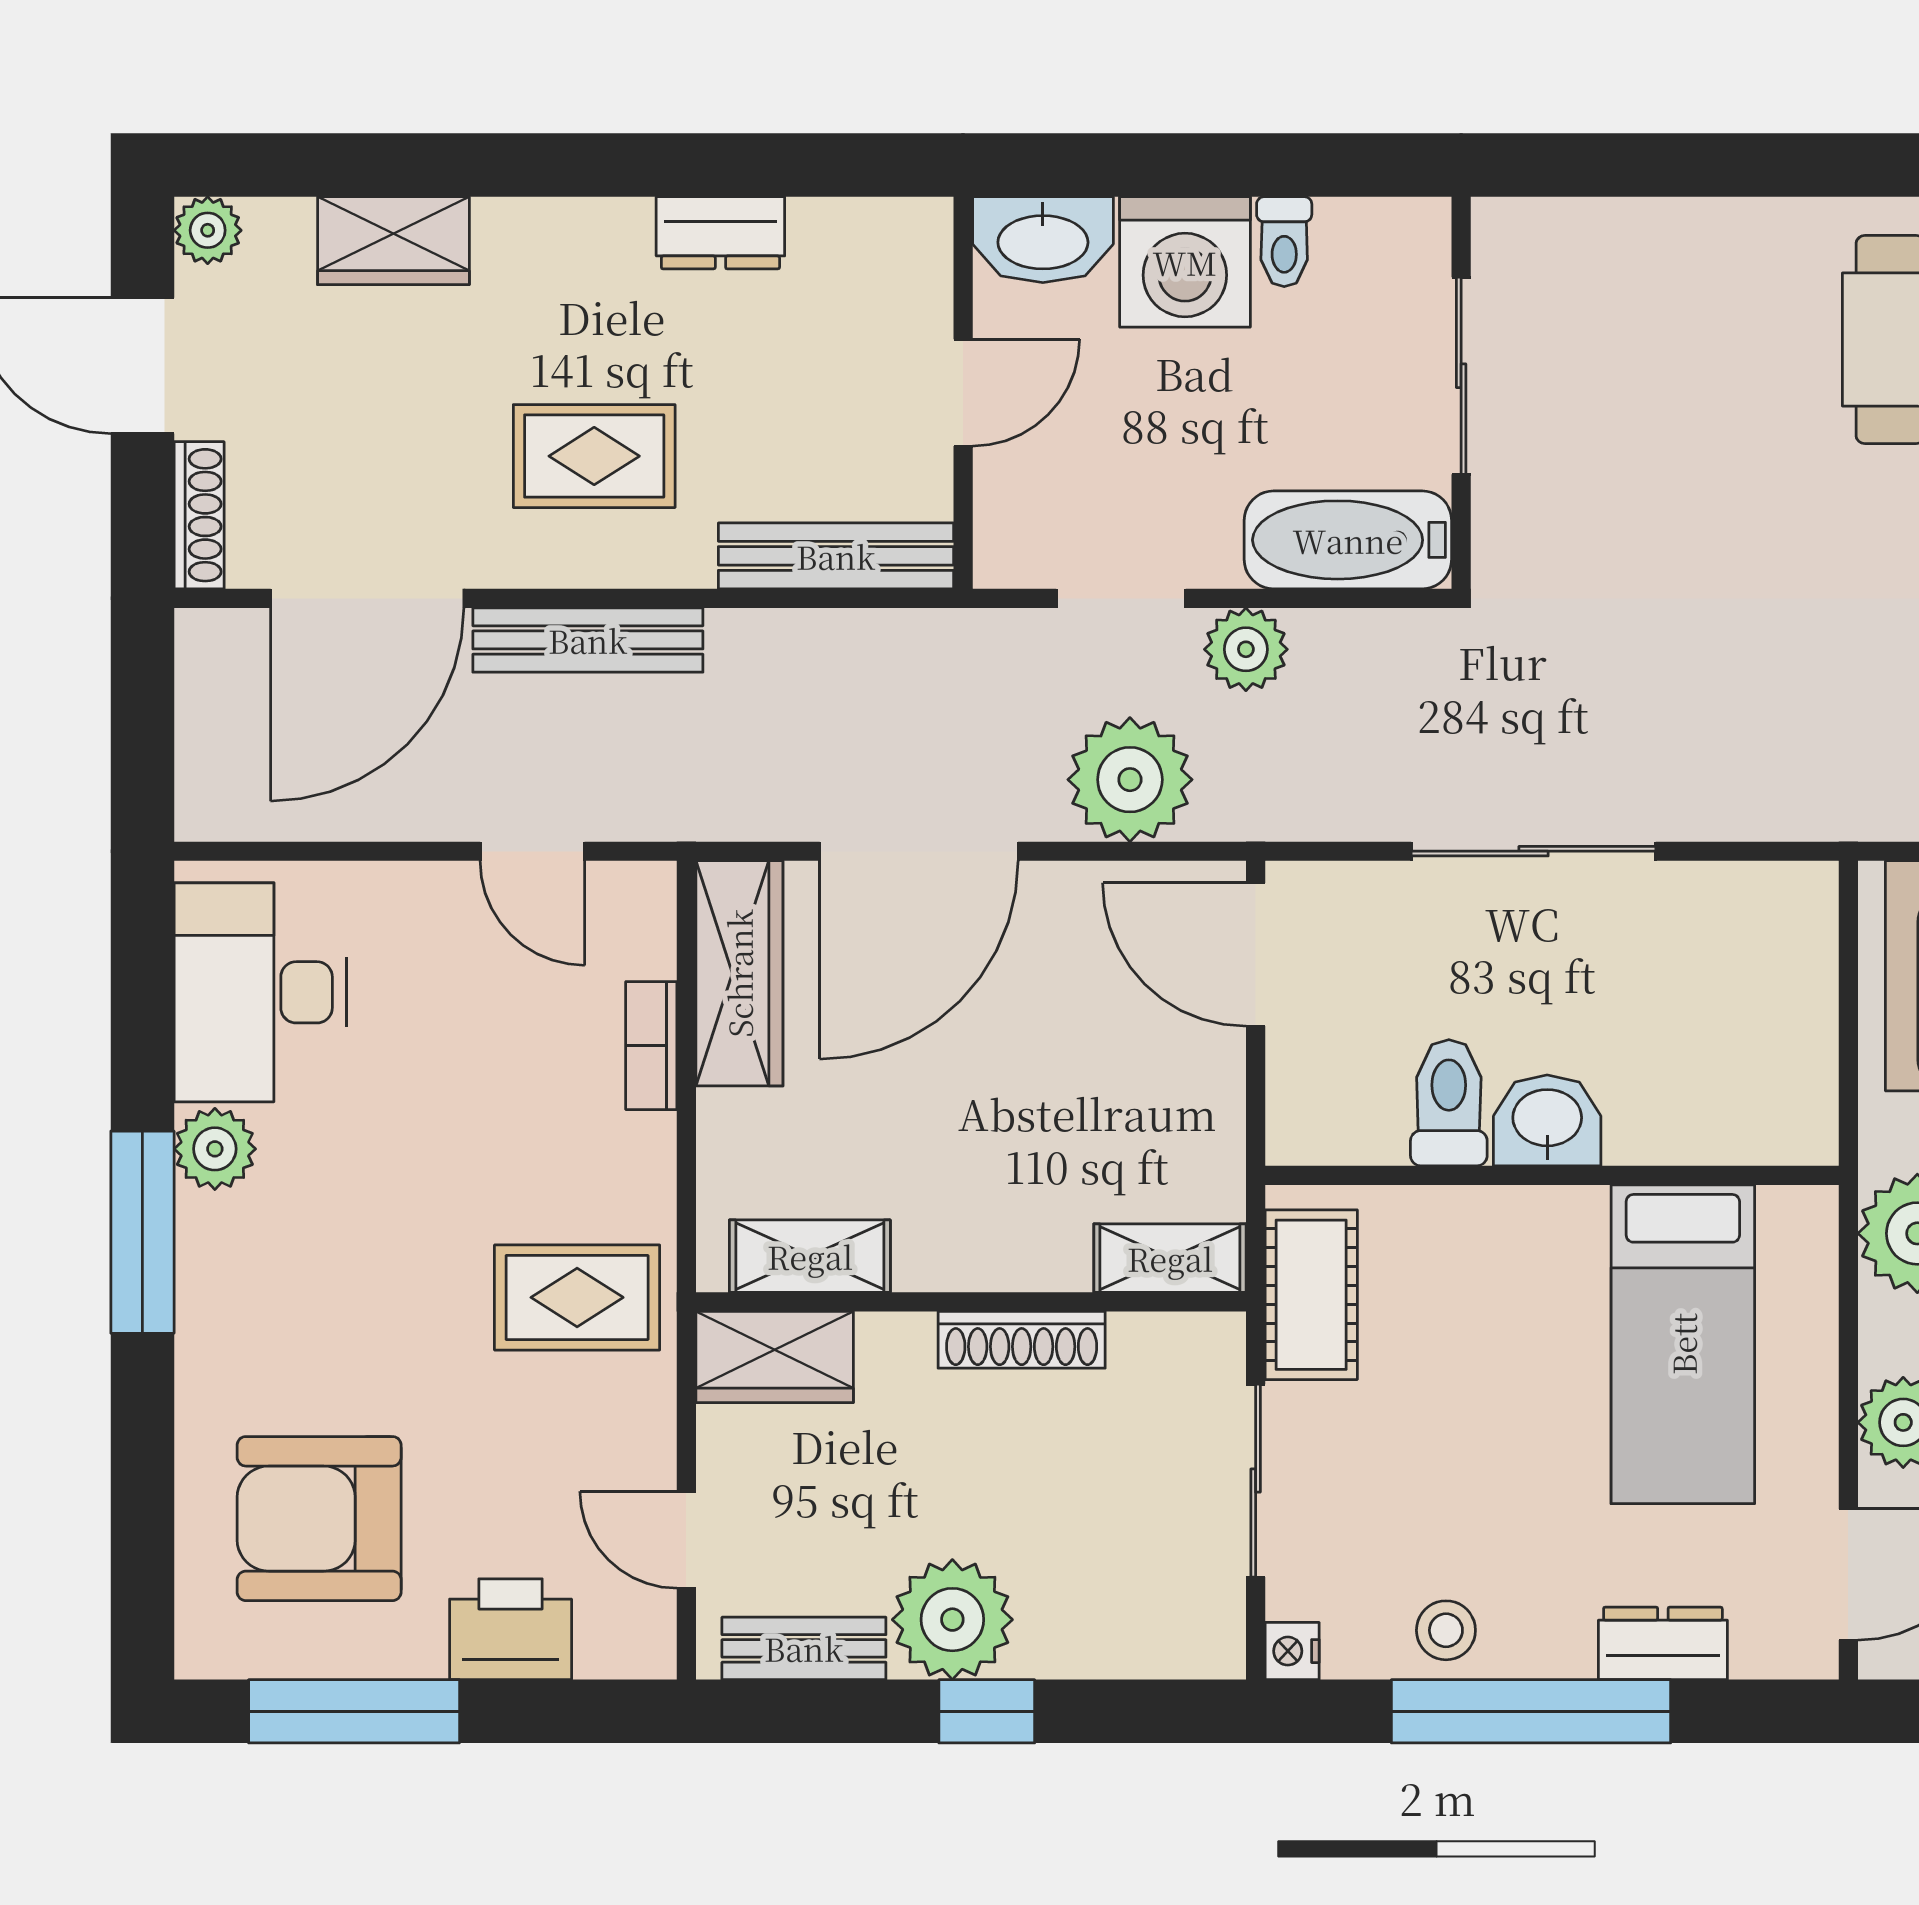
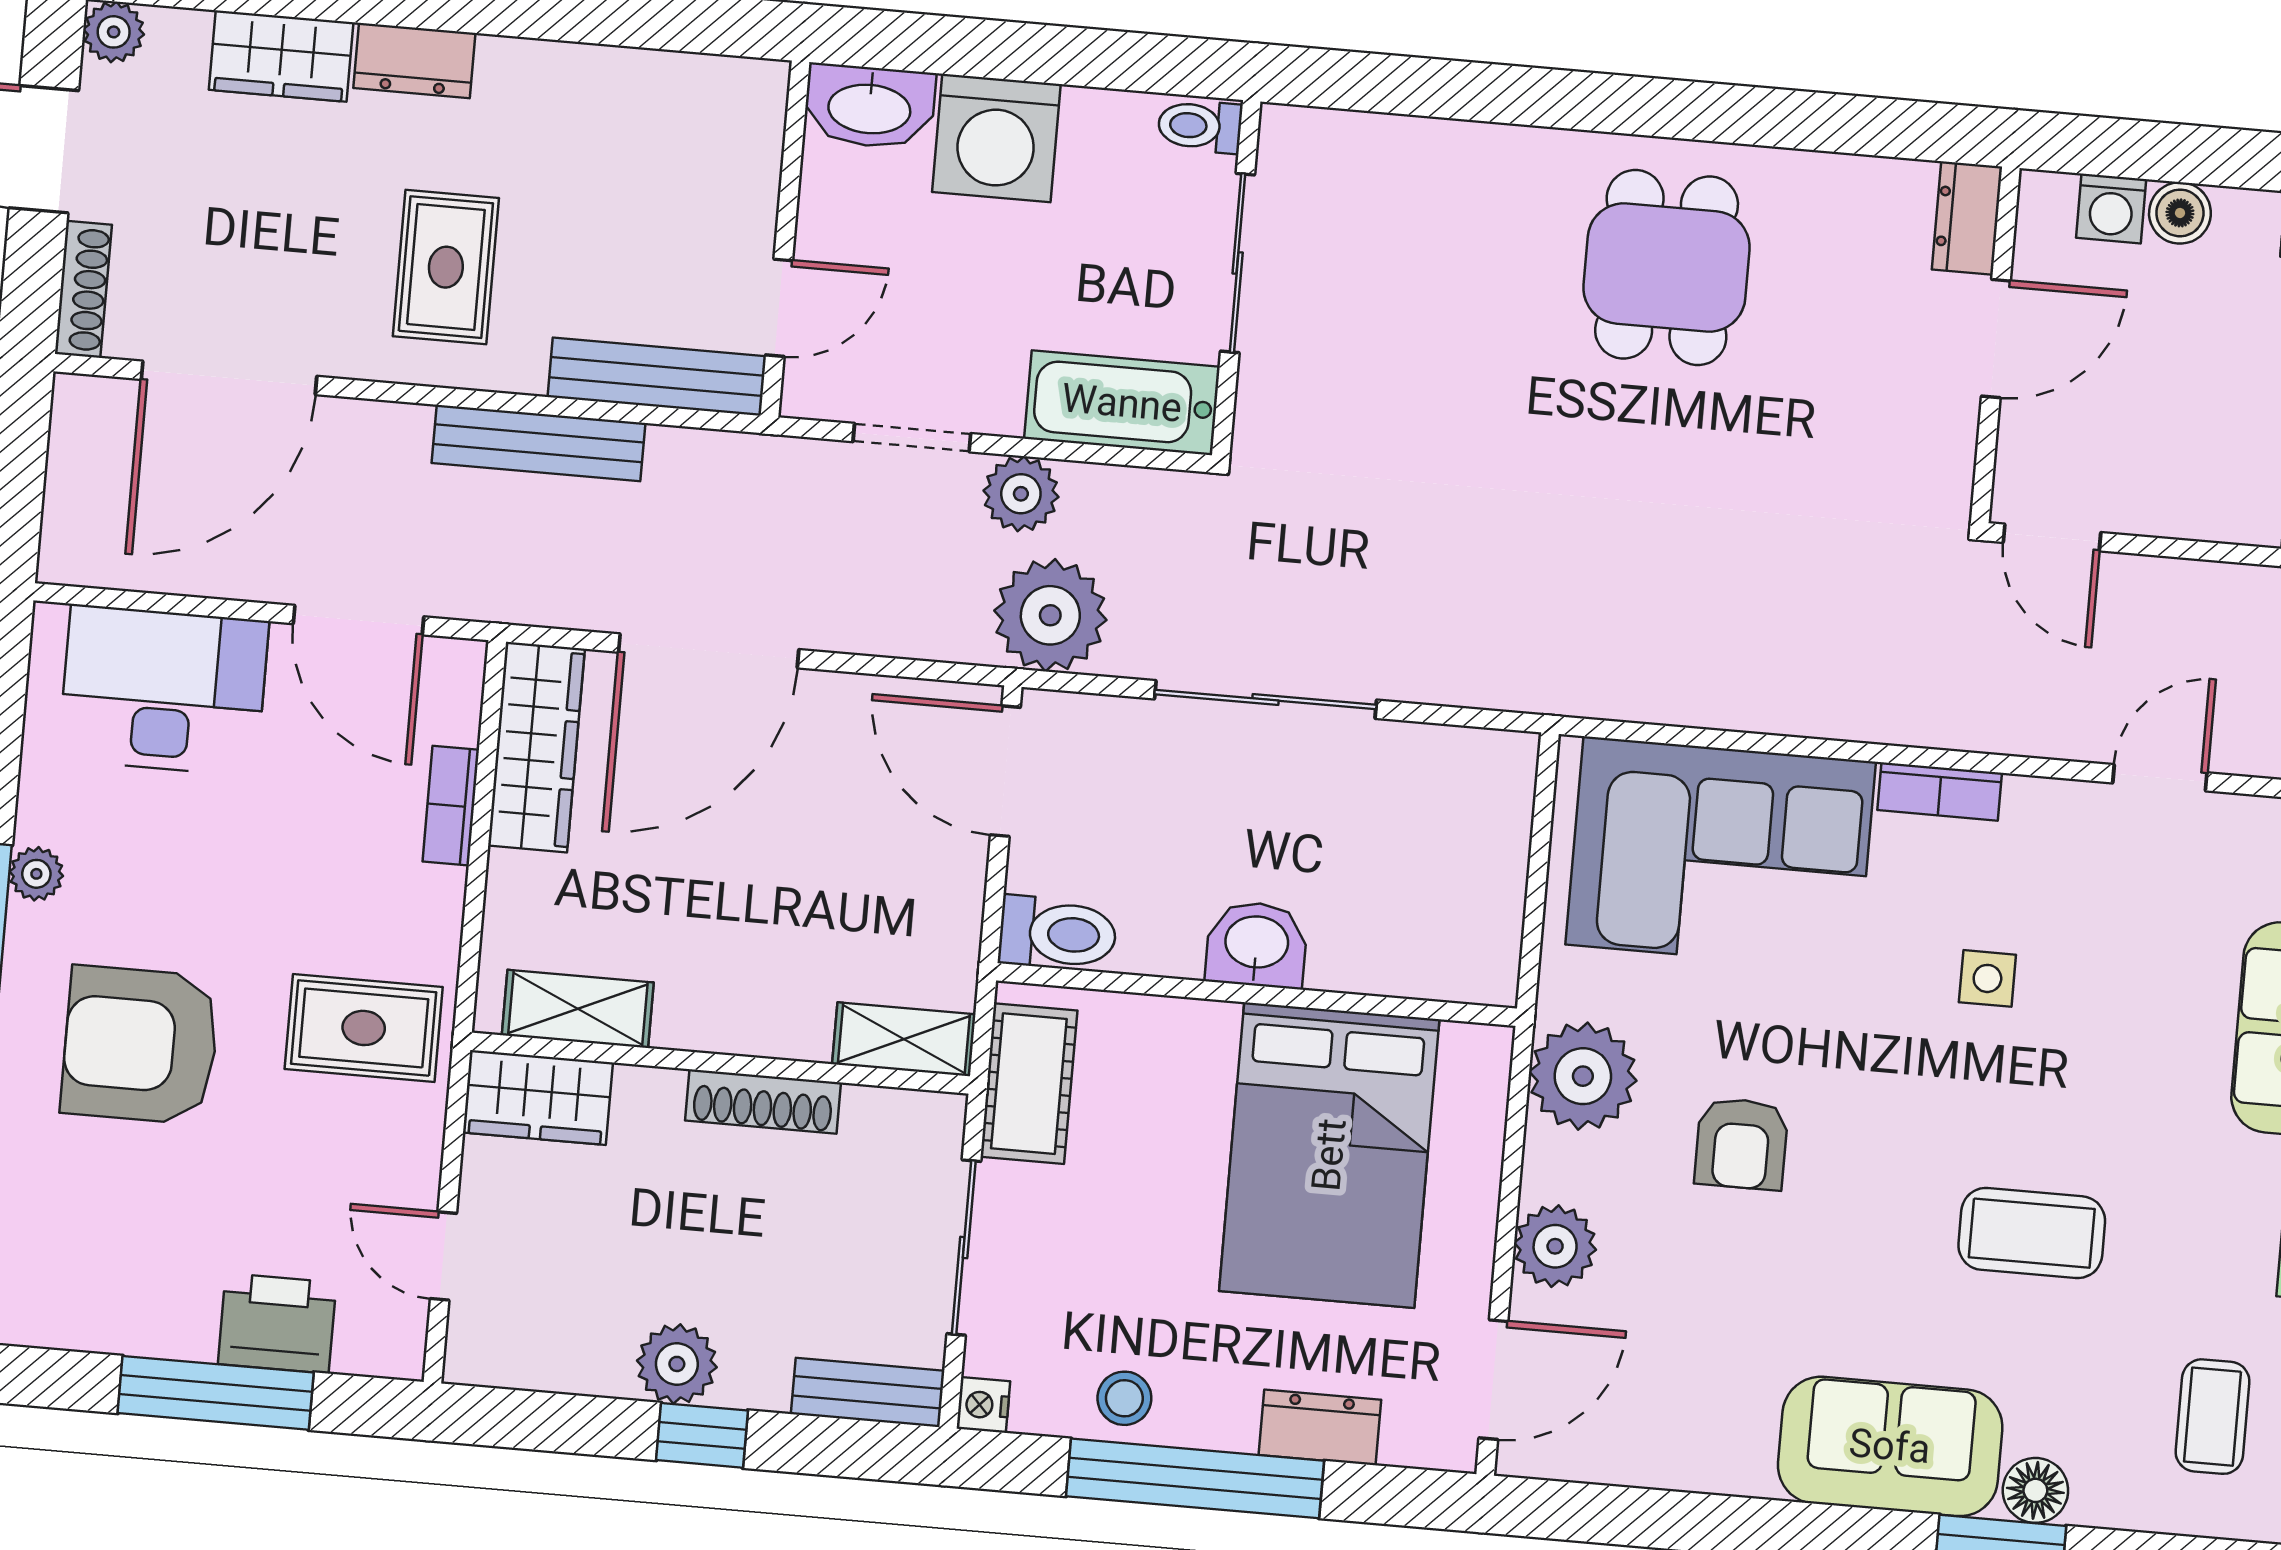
dresser: (720, 233) -> (414, 61), moved
toilet: (1284, 242) -> (1200, 126), moved, turned 90
door: (963, 393) -> (779, 308), moved
rug: (594, 456) -> (446, 267), turned 90
bench: (588, 640) -> (538, 443), moved
plant: (1130, 780) -> (1050, 615), moved
door: (532, 851) -> (359, 620), width x1.38
desk: (260, 992) -> (163, 690), moved, turned 90
toilet: (1449, 1103) -> (1058, 933), moved, turned 90
plant: (215, 1149) -> (36, 874), width x0.73, depth x0.73
bed: (1683, 1344) -> (1329, 1155), width x1.50
armchair: (319, 1519) -> (140, 1045), moved
plant: (952, 1620) -> (677, 1364), width x0.73, depth x0.73
bench: (804, 1648) -> (868, 1392), moved
window: (354, 1711) -> (216, 1393), moved

